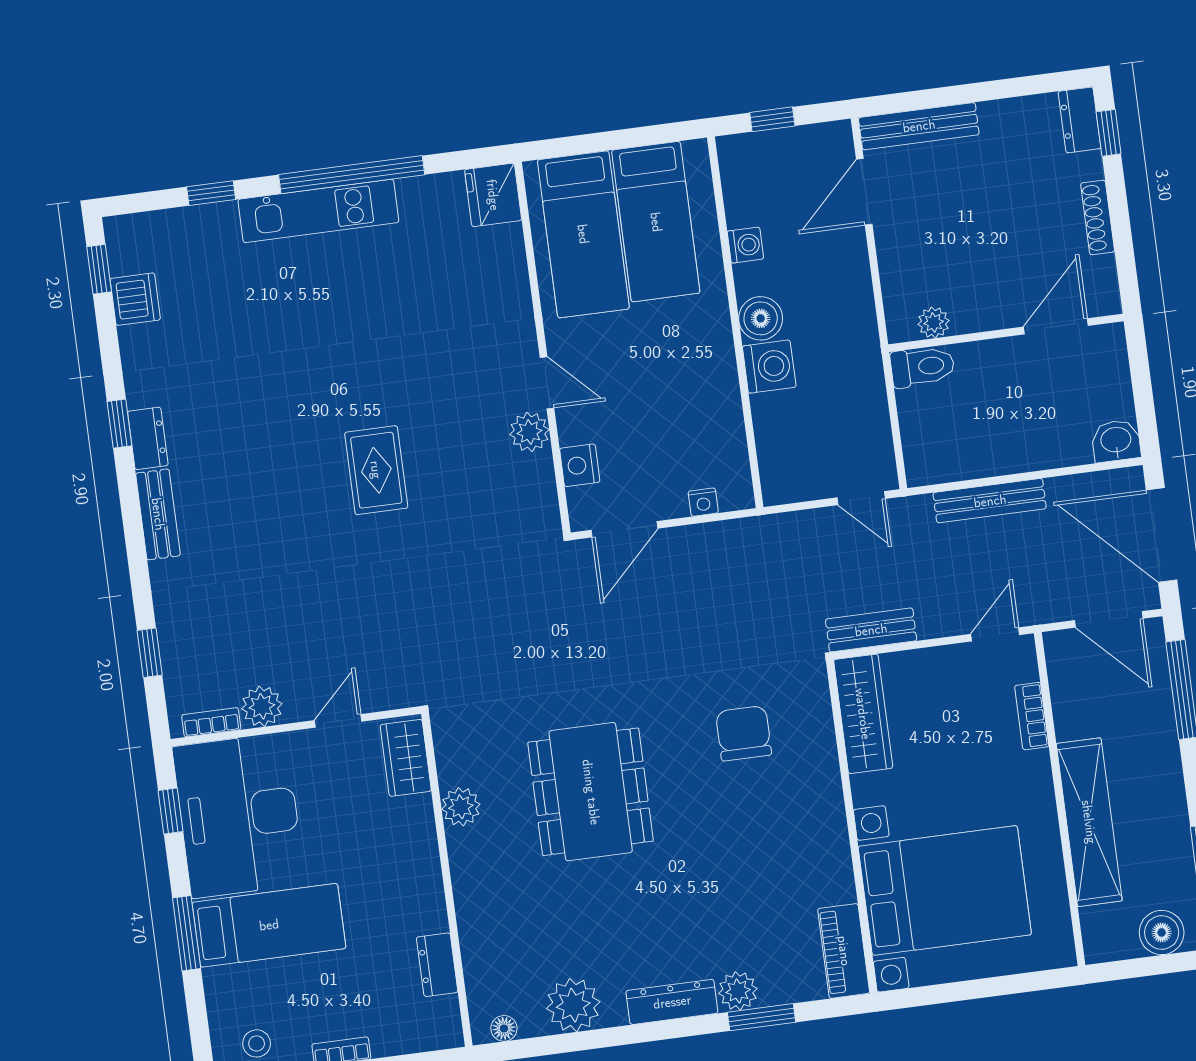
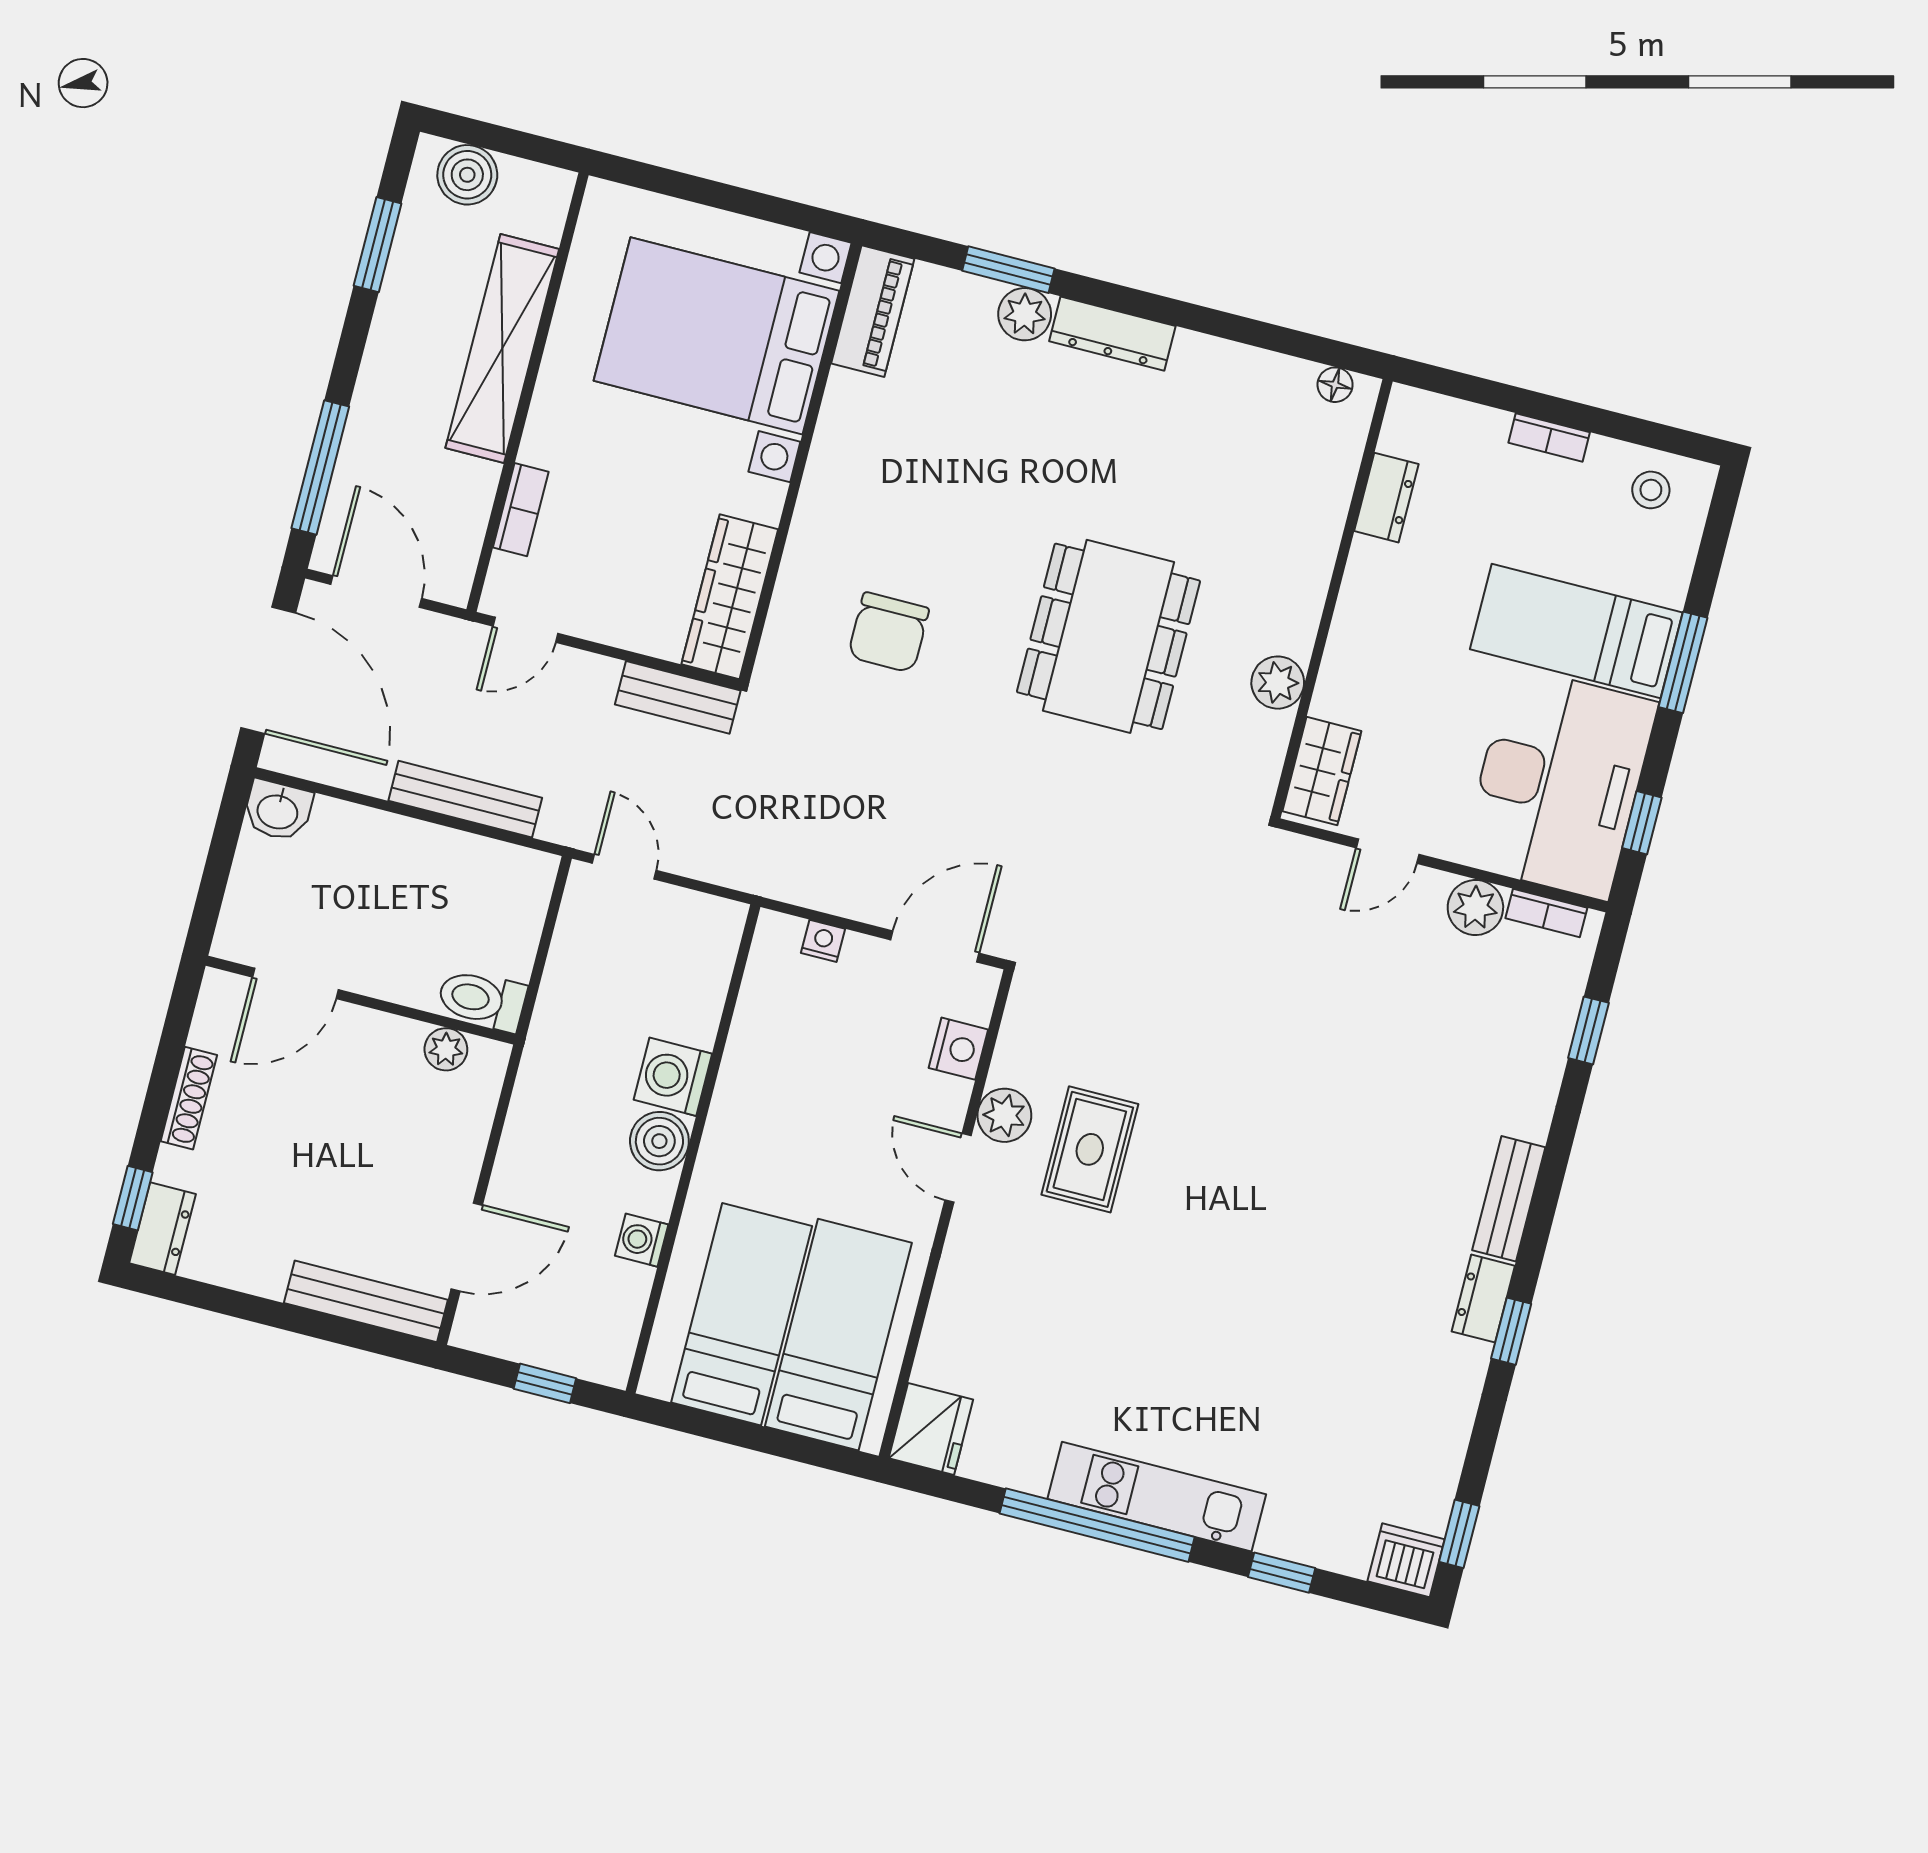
dishwasher: (135, 299) -> (1406, 1560), moved, turned 90
rug: (376, 470) -> (1090, 1149), moved
plant: (573, 1005) -> (1237, 379), removed

